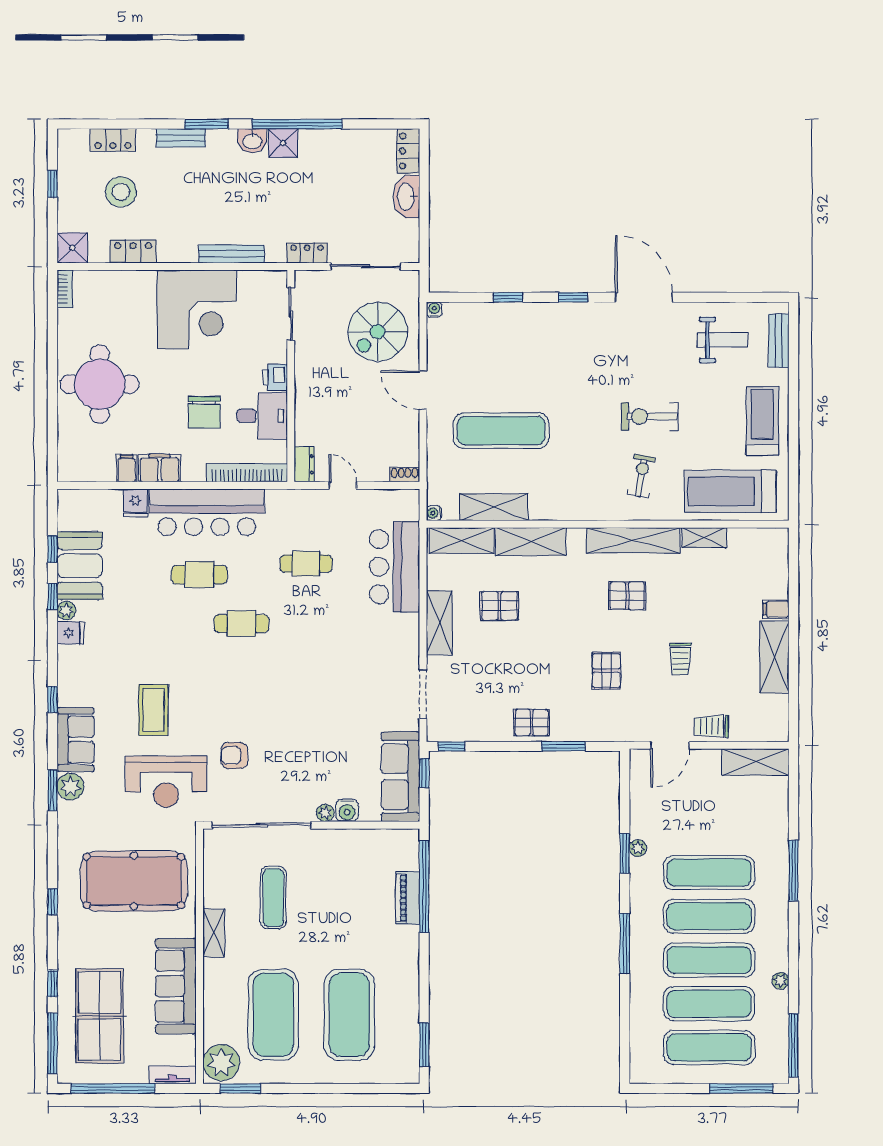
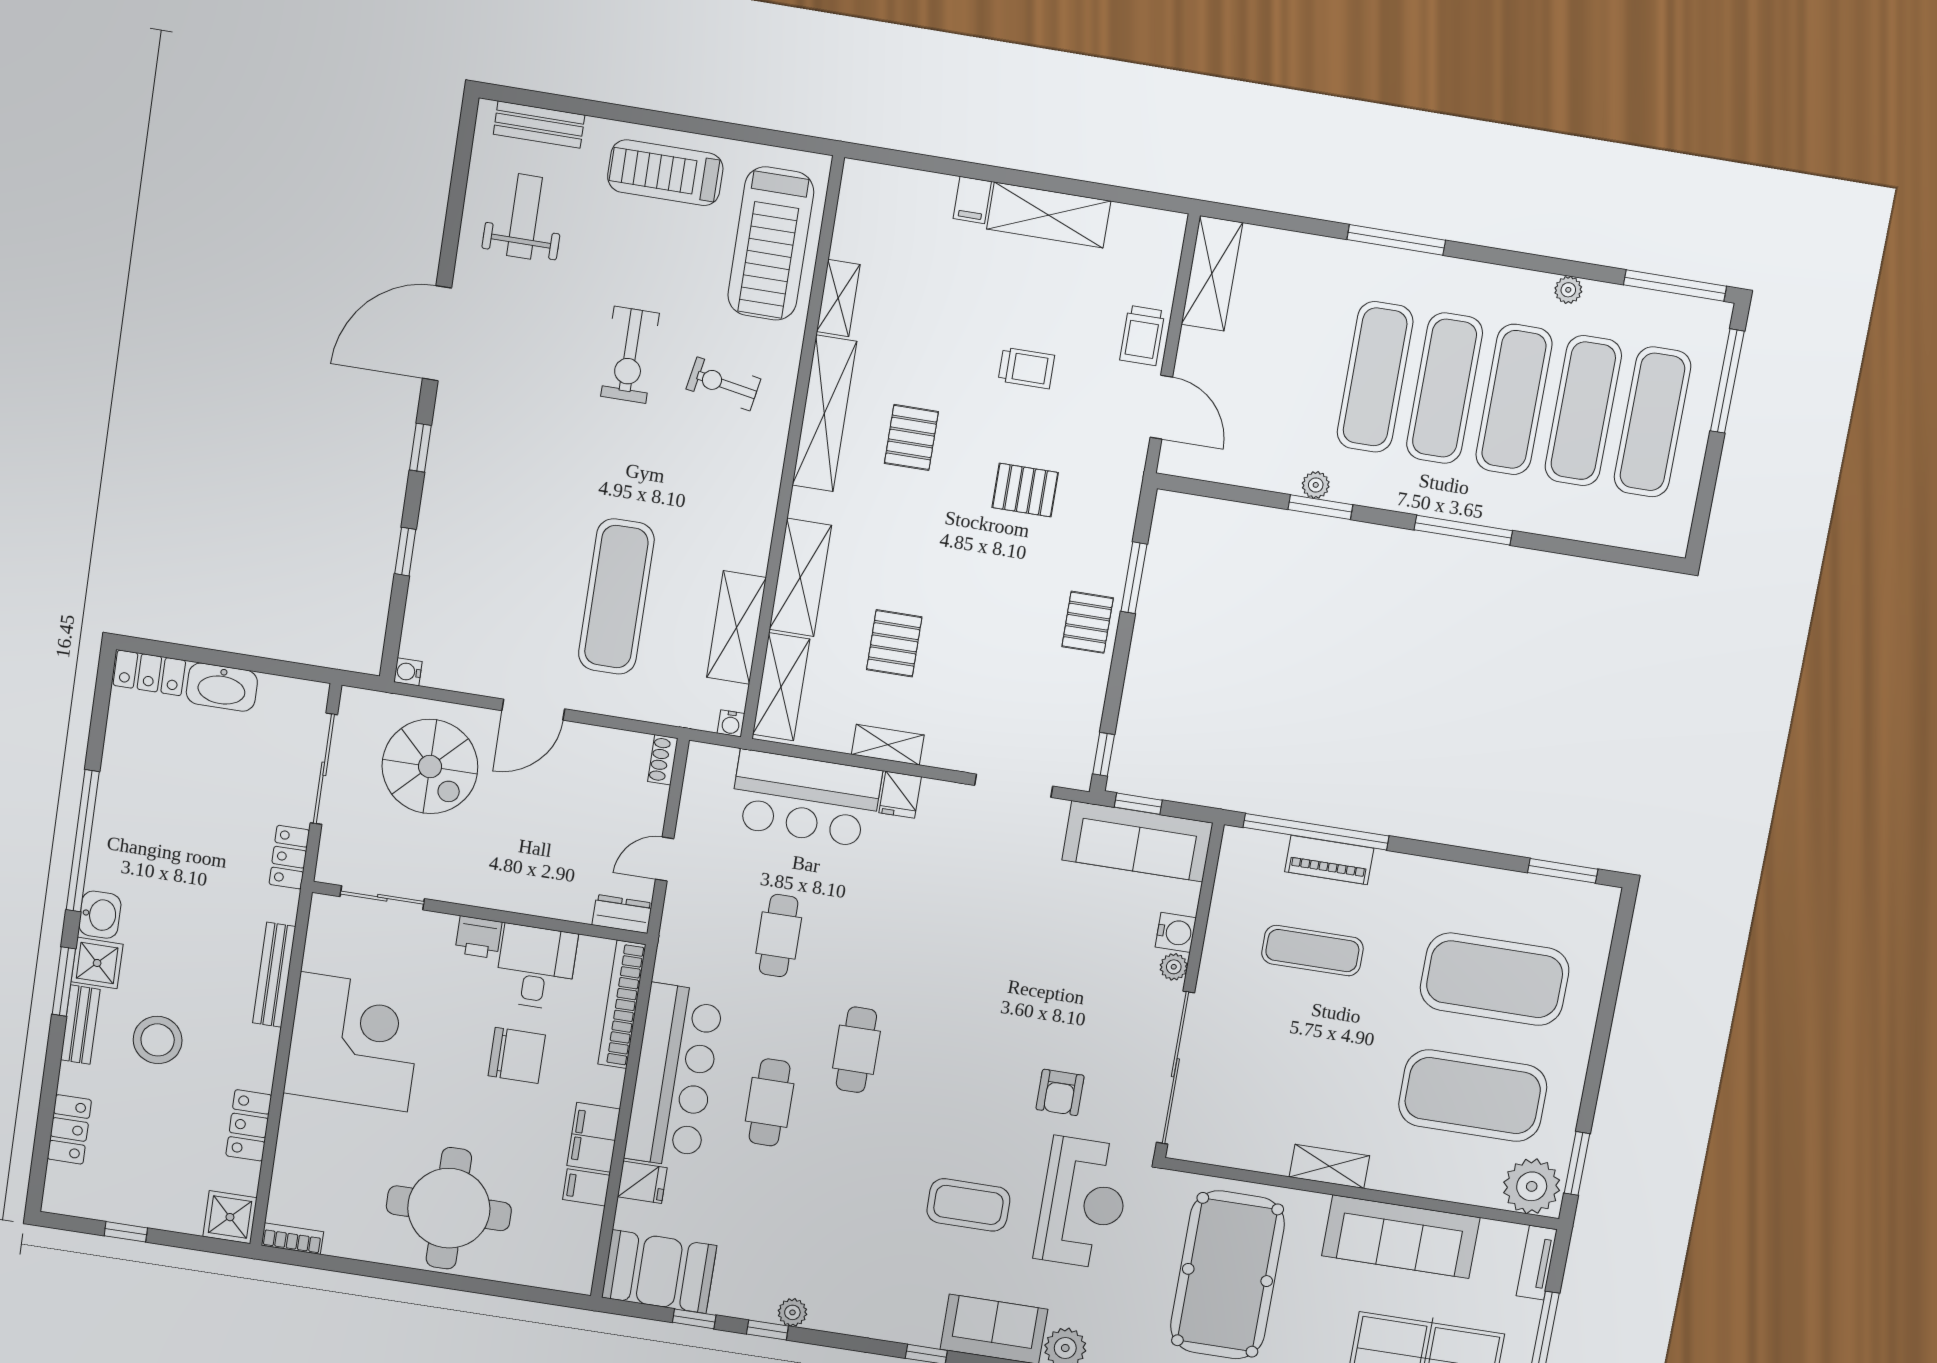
shower: (283, 143) -> (97, 963), moved
stool: (121, 192) -> (158, 1040), moved
booth: (80, 566) -> (659, 1272), moved
shelving: (439, 623) -> (888, 745), width x0.67, depth x0.75
fridge: (70, 633) -> (900, 795), moved, turned 180
exercise mat: (273, 898) -> (1312, 951), moved

